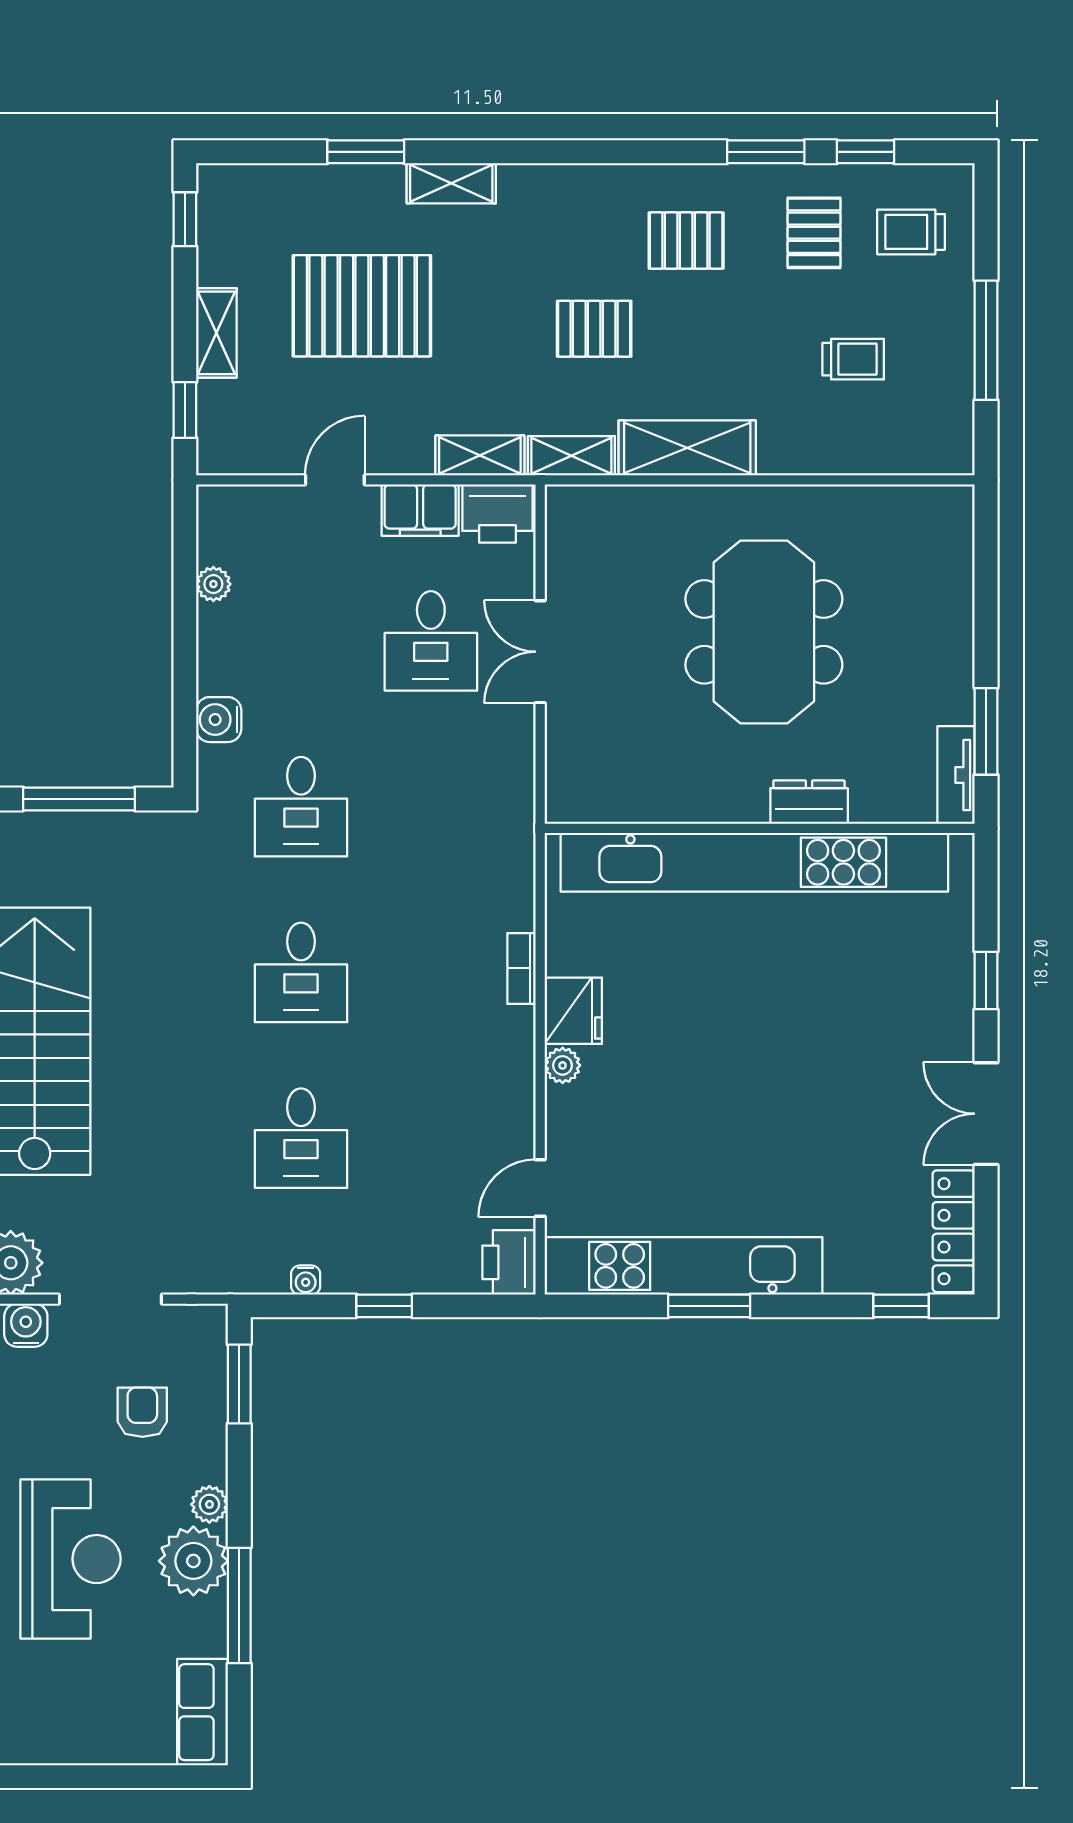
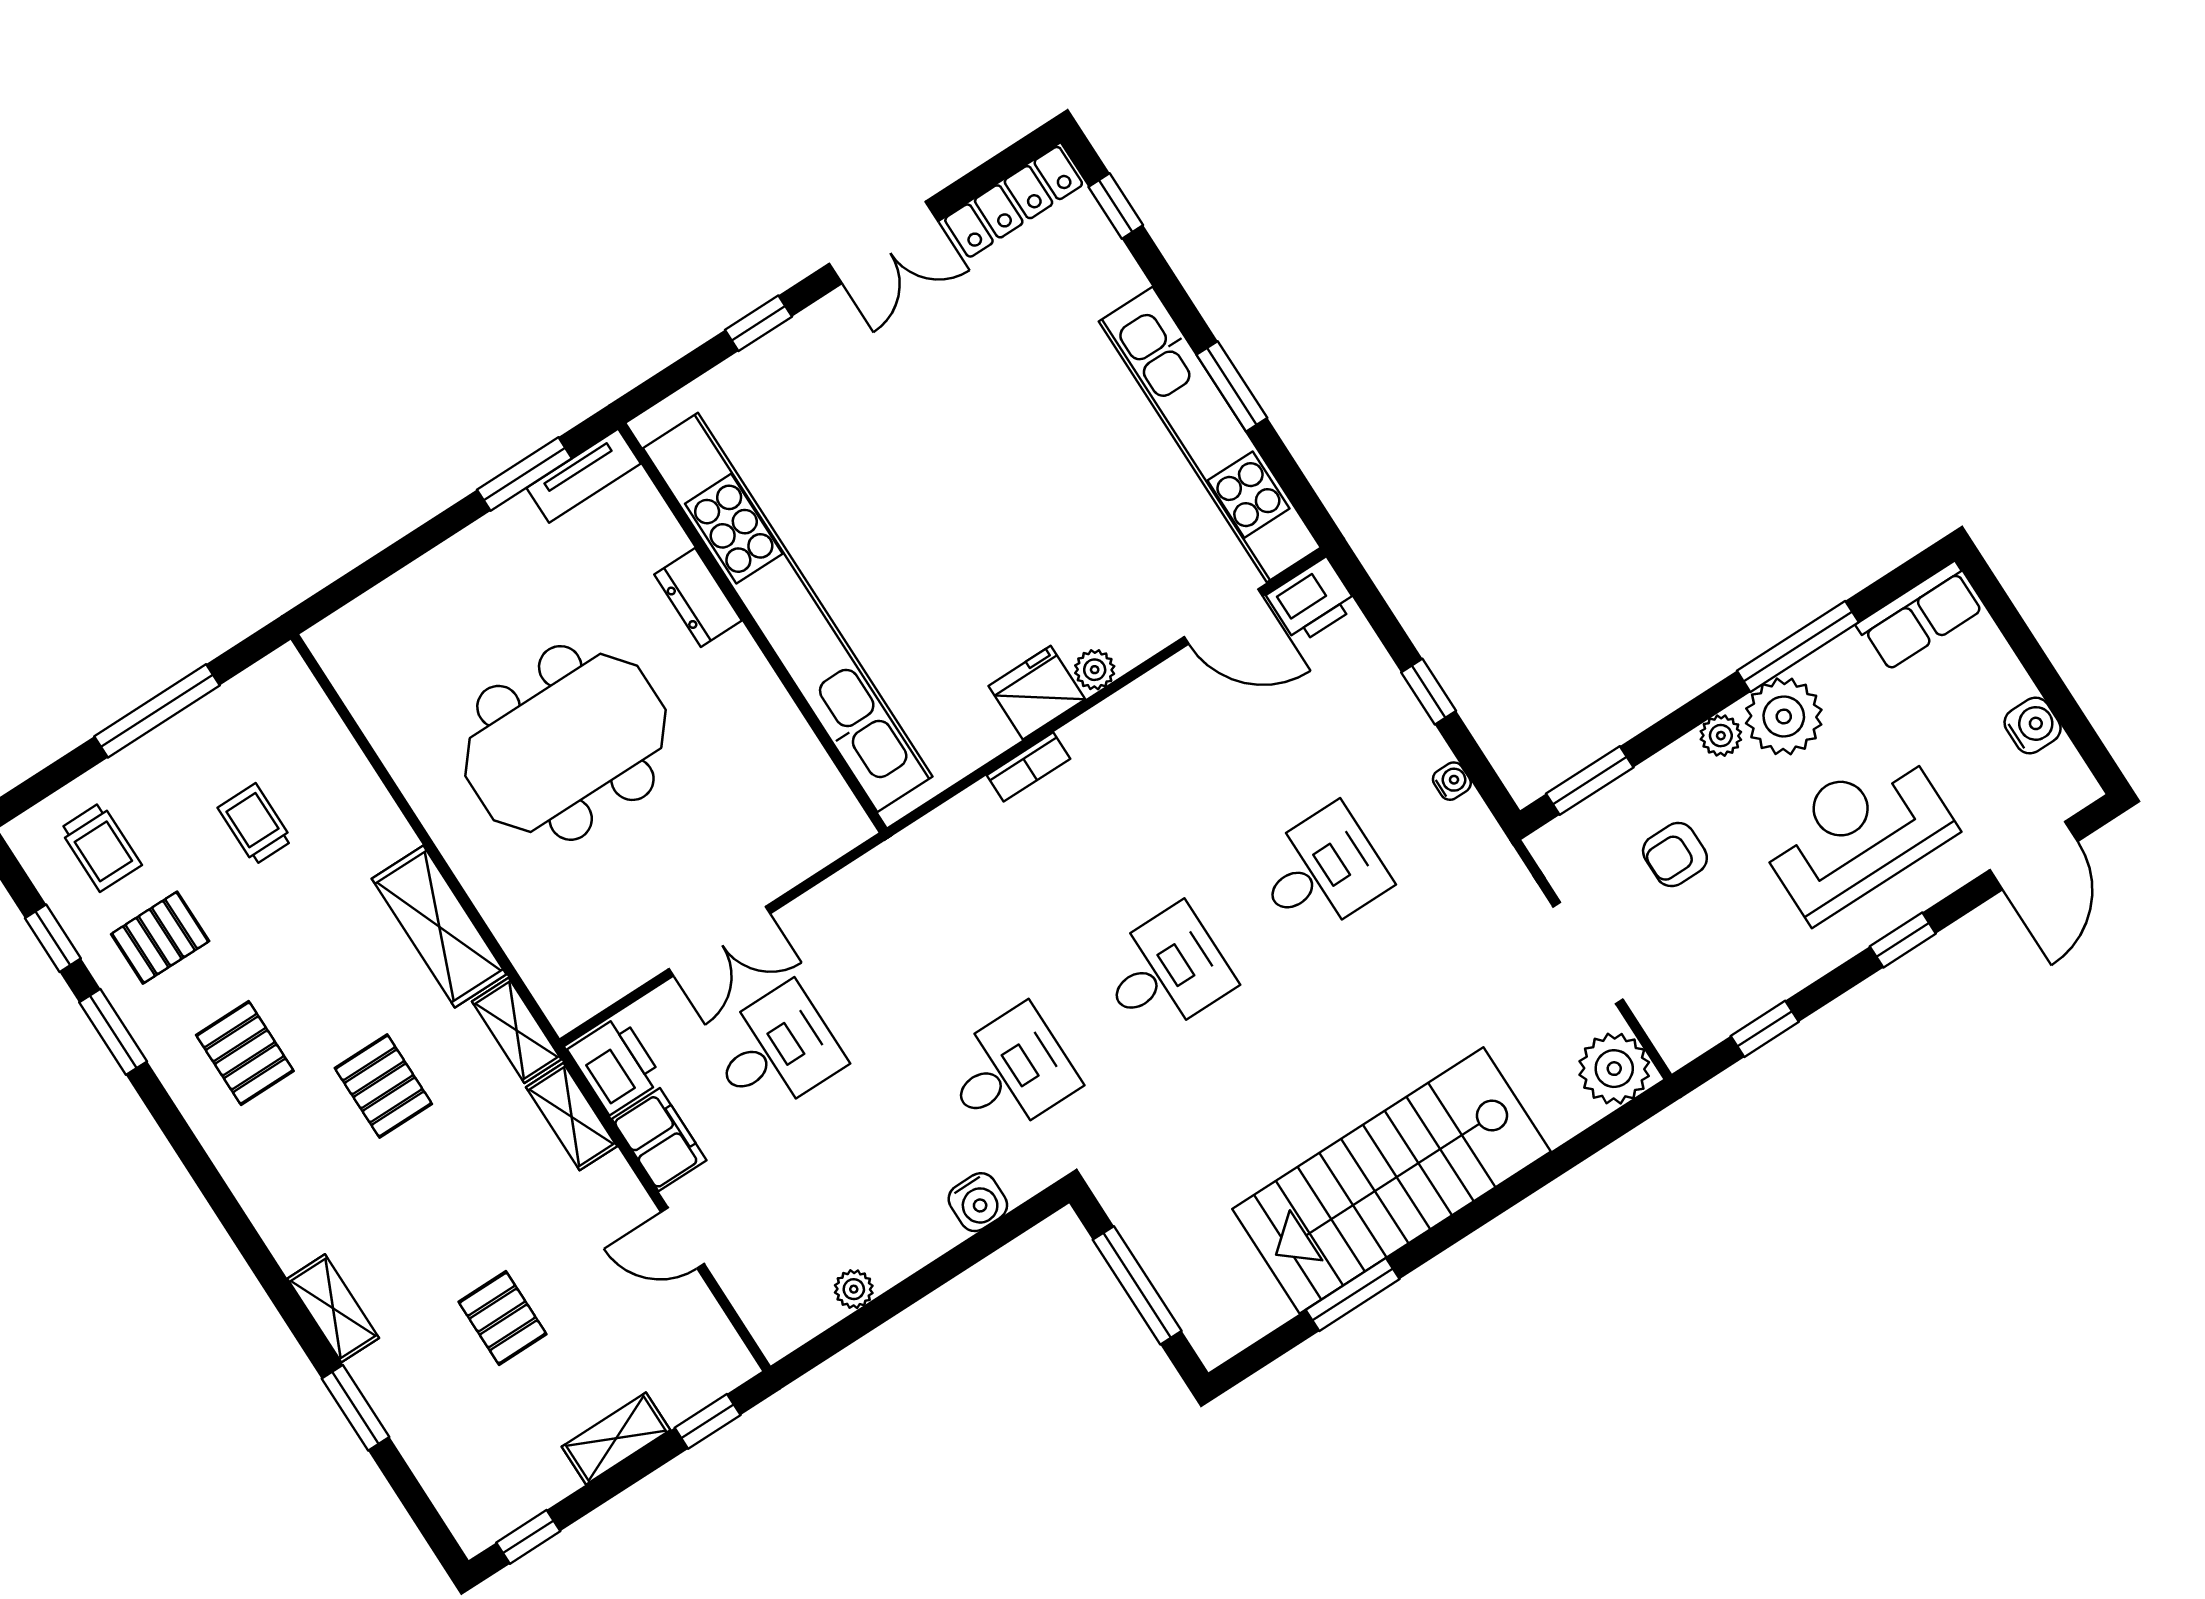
pallet: (362, 306) -> (502, 1318), width x0.49, depth x0.50
door: (540, 1188) -> (1223, 616), width x1.38
water cooler: (26, 1325) -> (2033, 726), moved, turned 180

